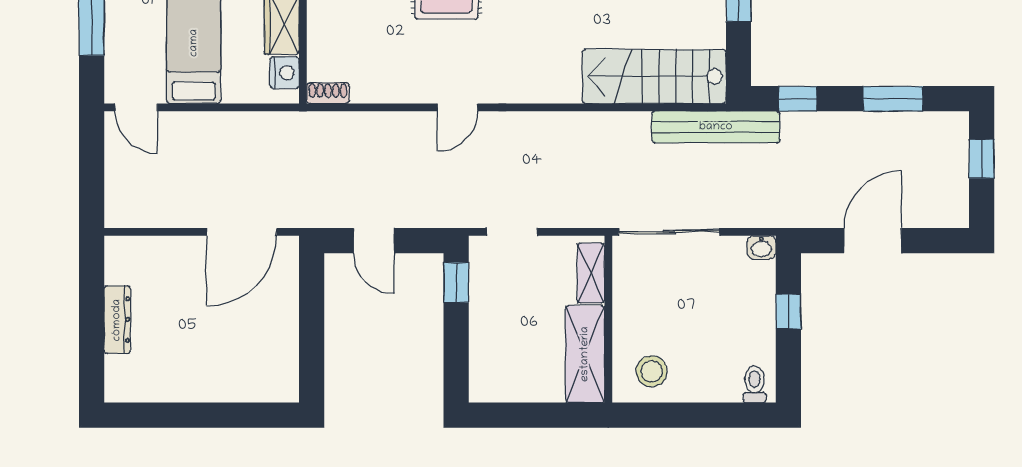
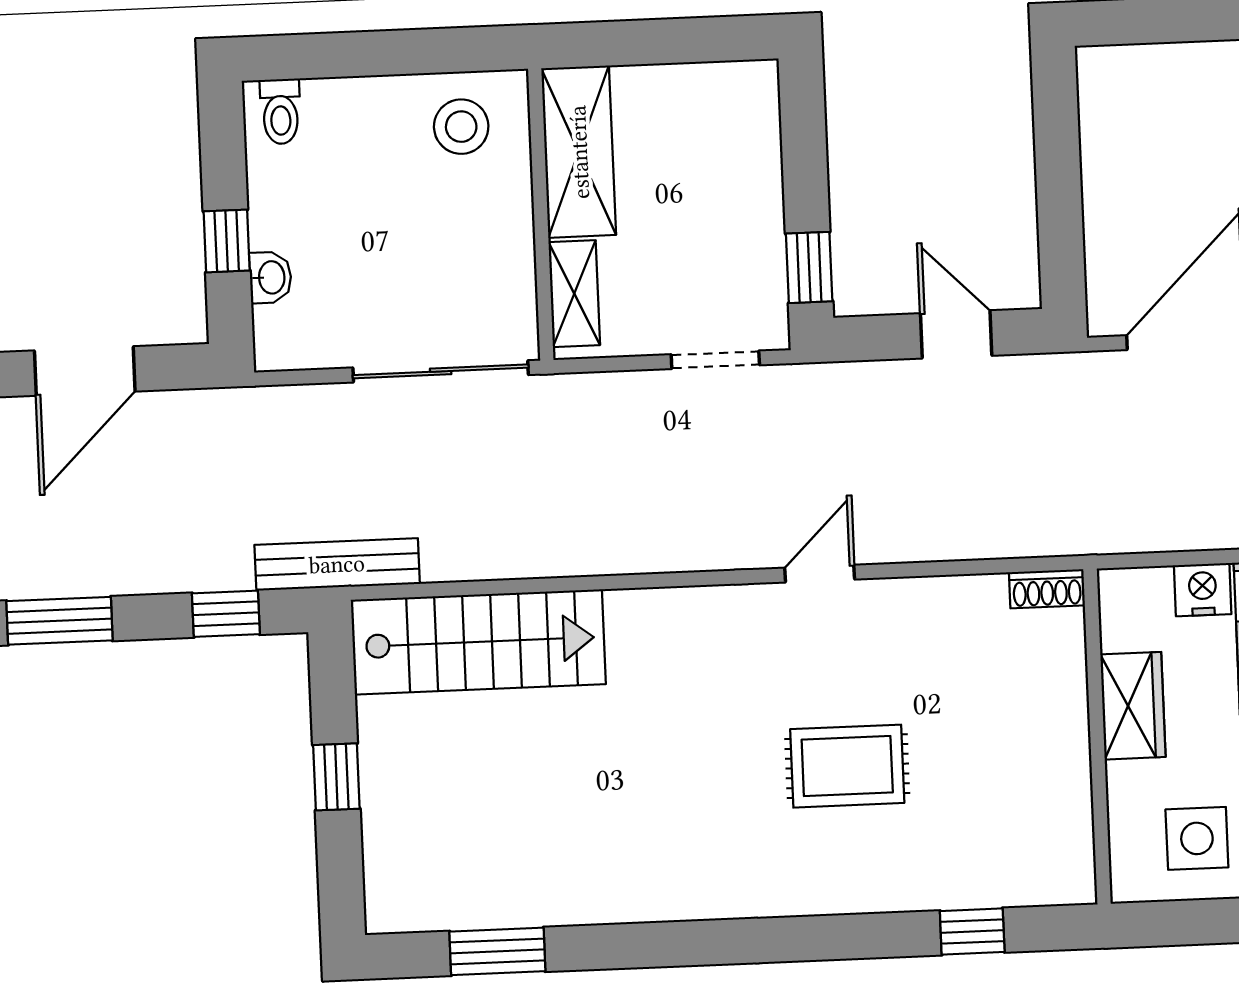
nightstand: (285, 73) -> (1203, 590), moved, turned 90
bench: (716, 127) -> (337, 564), width x0.73, depth x0.82
washbasin: (761, 247) -> (271, 277), moved, turned 90

